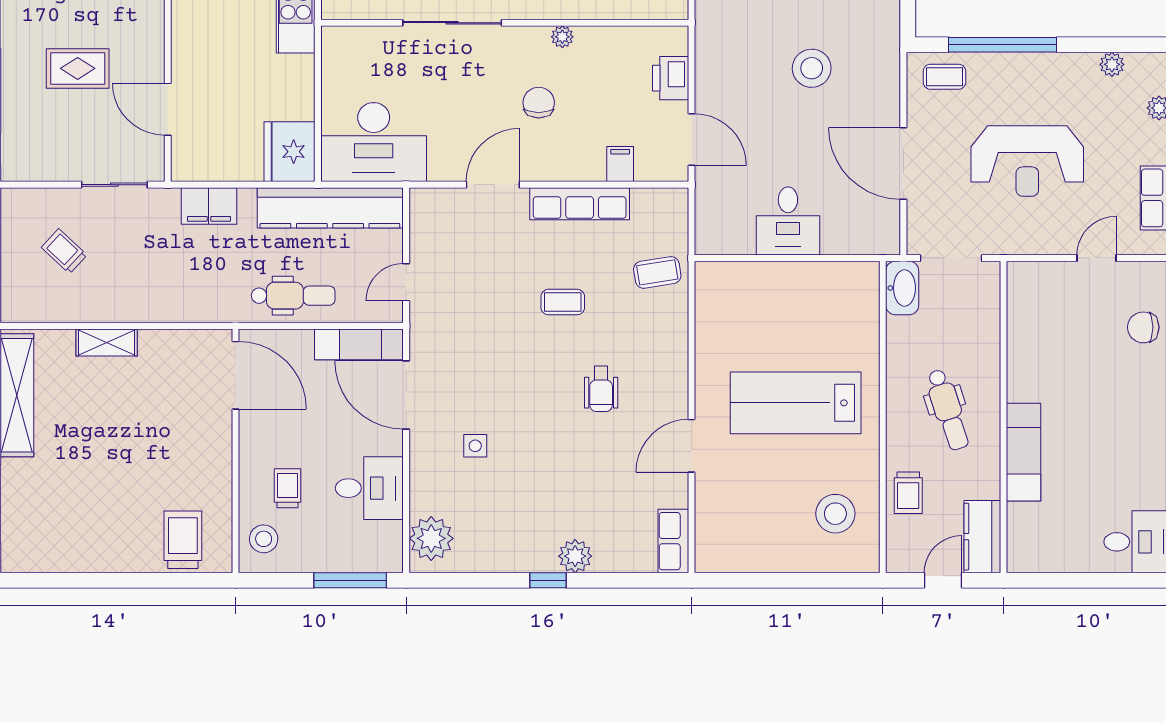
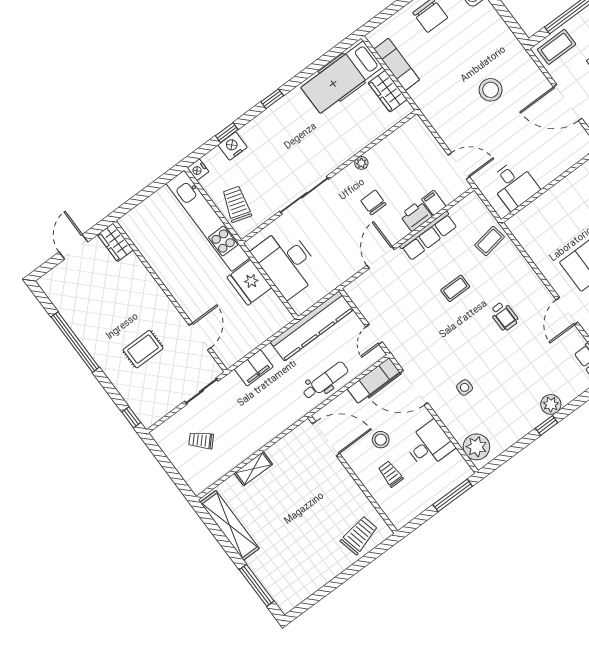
coffee table: (944, 77) -> (556, 47), width x1.36, depth x1.30
printer: (671, 78) -> (416, 216), moved, turned 90
door: (168, 109) -> (200, 337), swing flipped
desk: (374, 142) -> (287, 262), moved, turned 90
fridge: (289, 152) -> (249, 282), moved
desk: (788, 221) -> (514, 185), moved
stool: (264, 539) -> (381, 440), moved
trolley: (183, 540) -> (359, 535), turned 77

